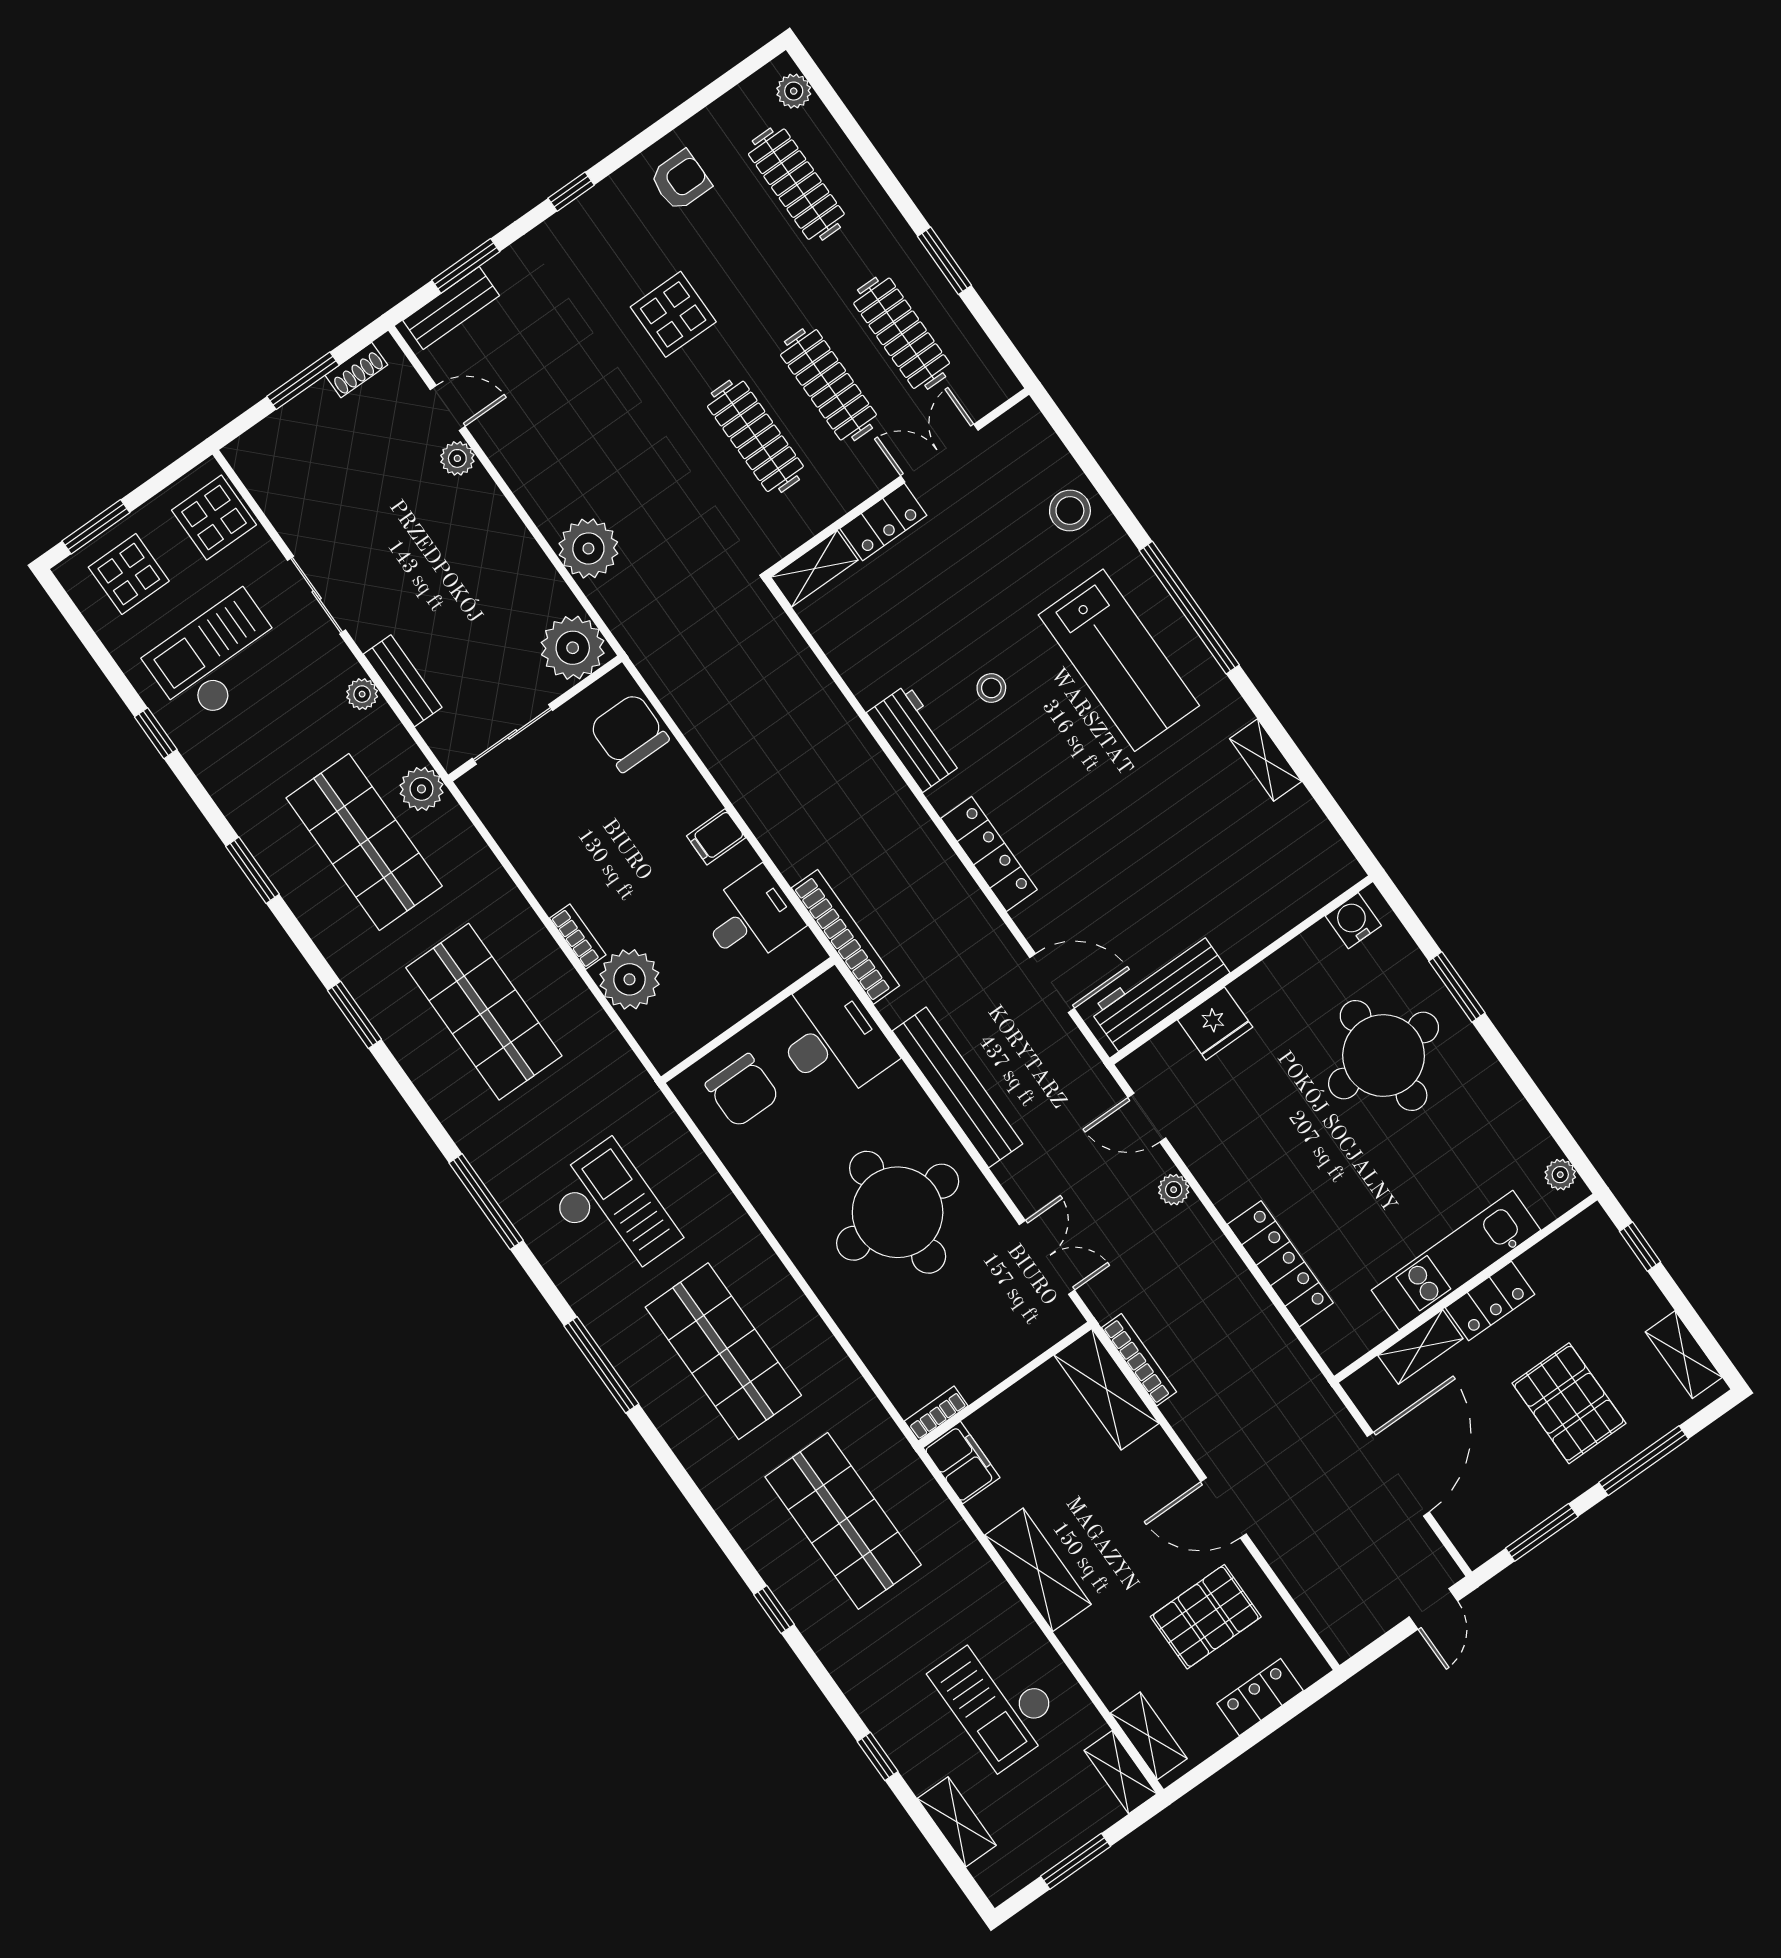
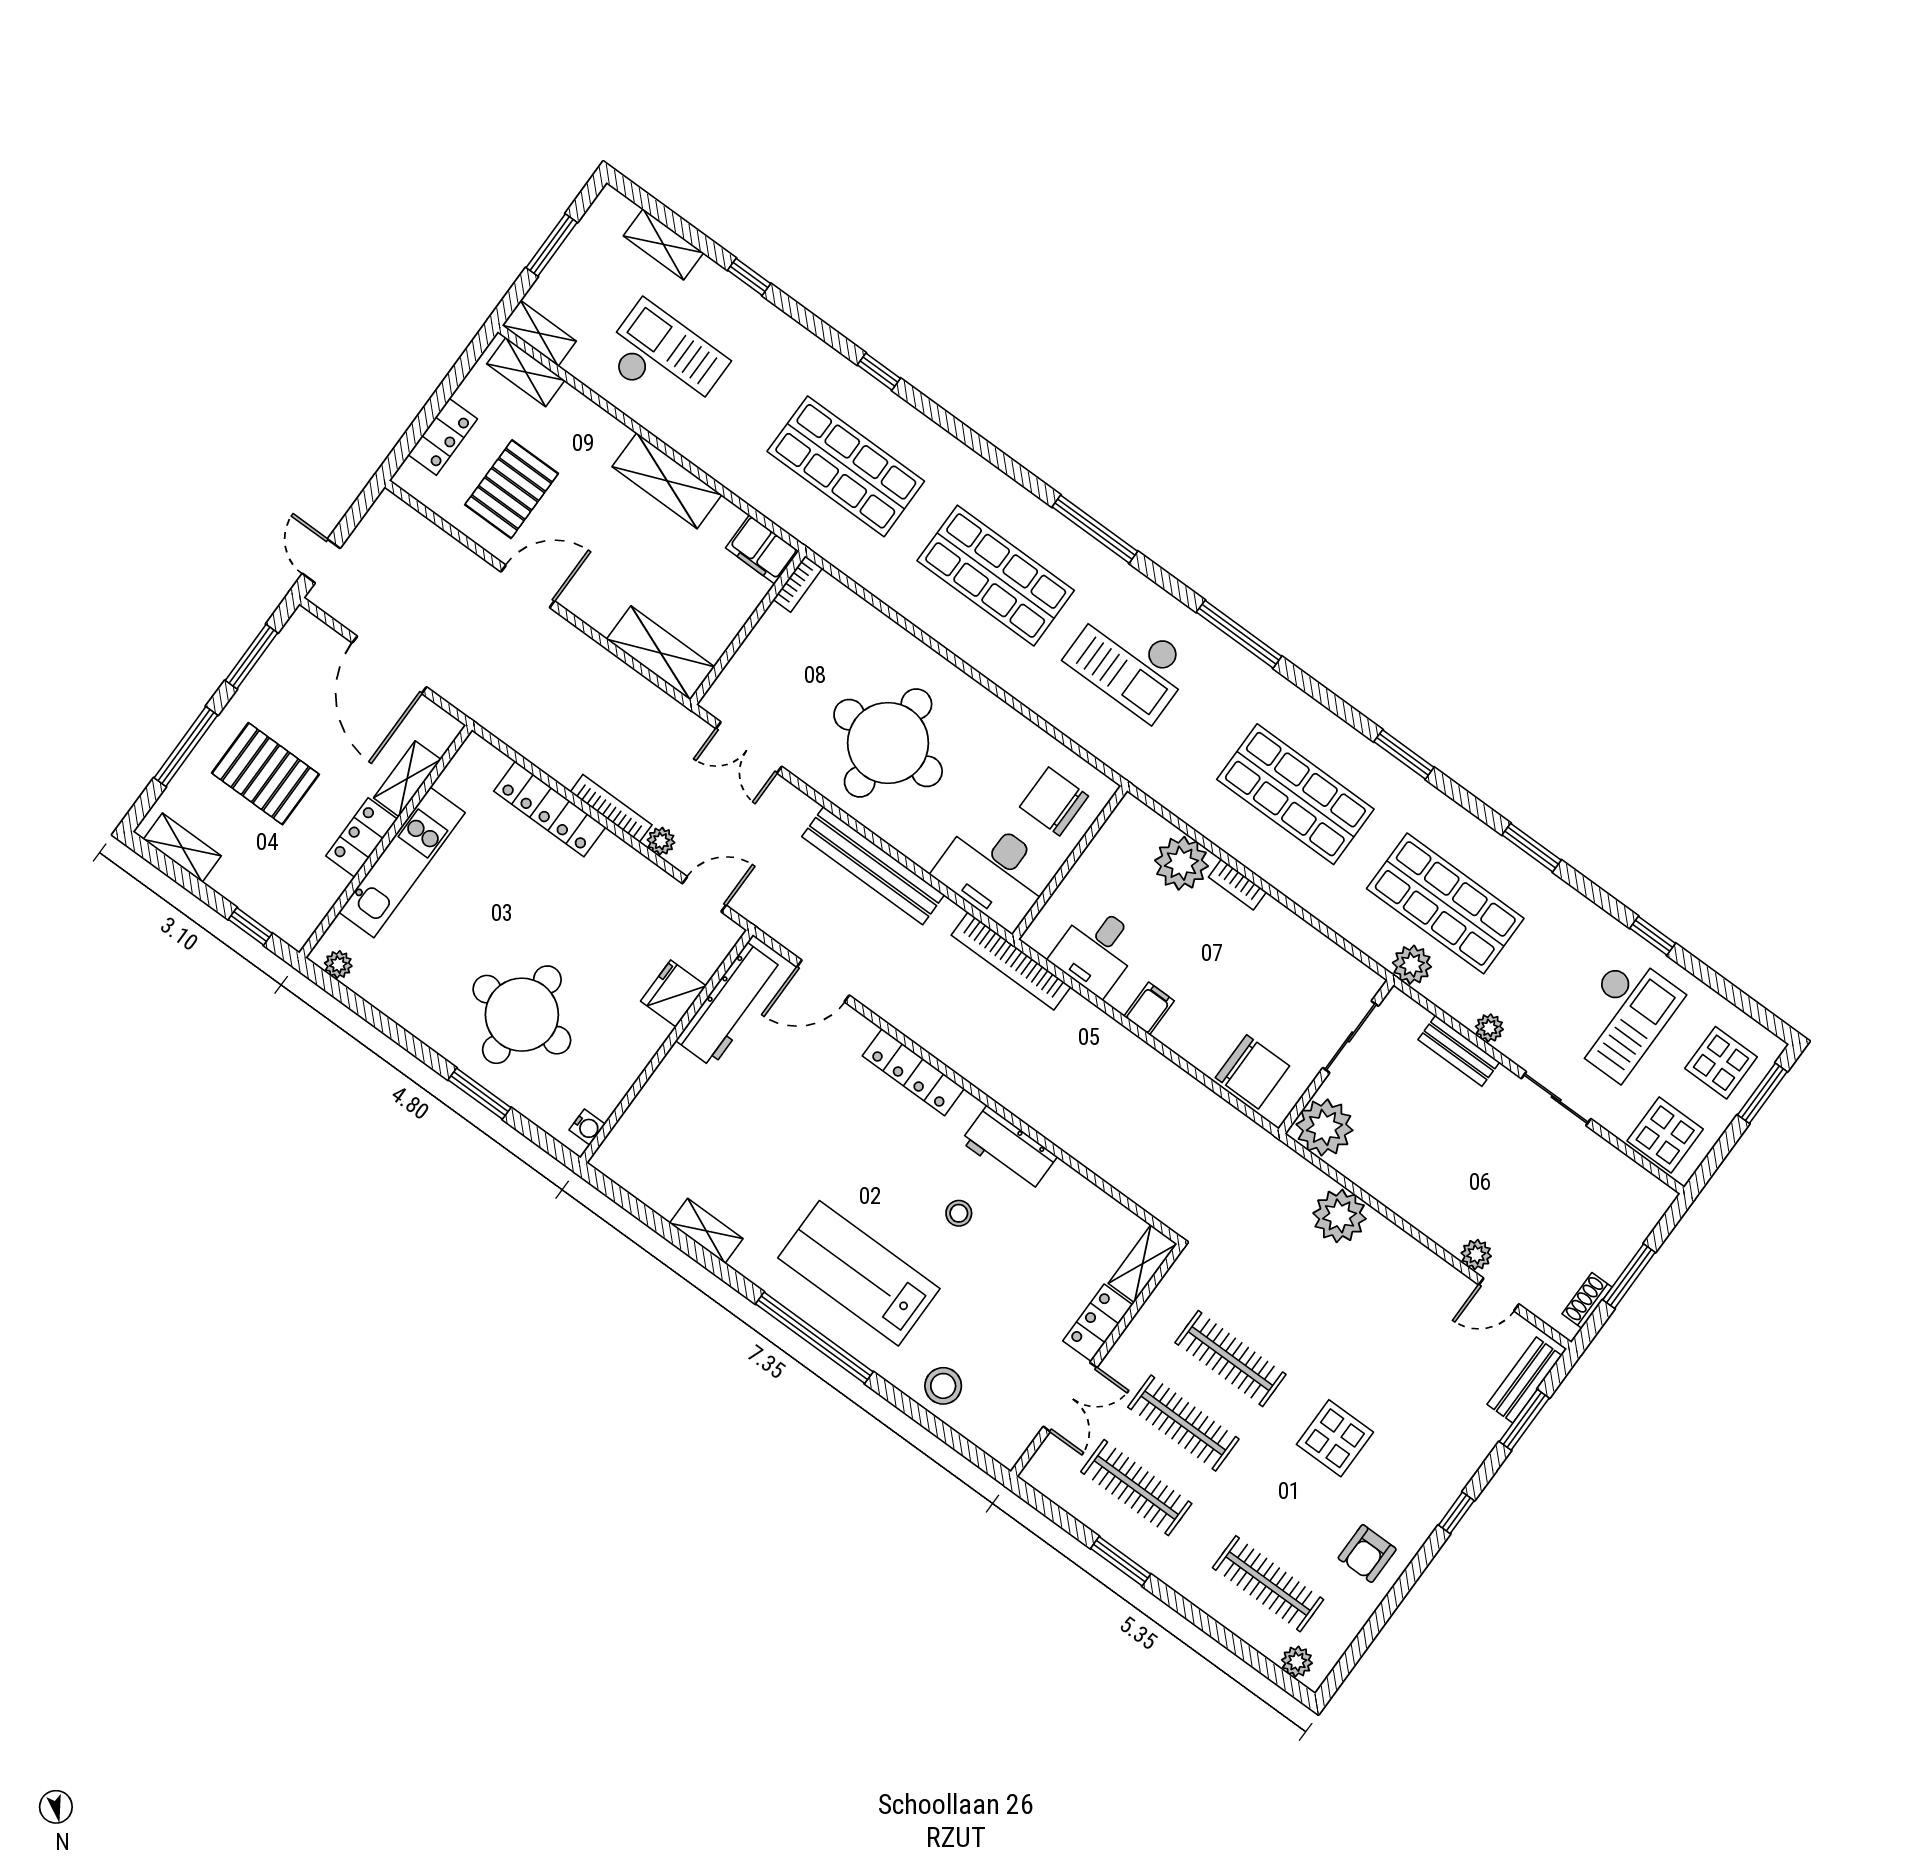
water cooler: (1353, 921) -> (587, 1127), width x0.72, depth x0.72
bookcase: (1139, 1360) -> (611, 808), moved, turned 180

